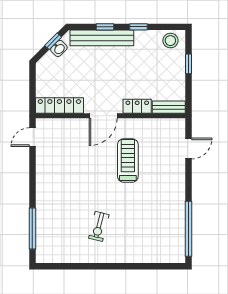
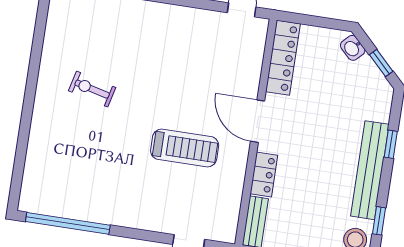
window: (138, 27) -> (379, 221), moved
bench: (102, 38) -> (370, 170), moved
washbasin: (59, 48) -> (353, 48), moved

